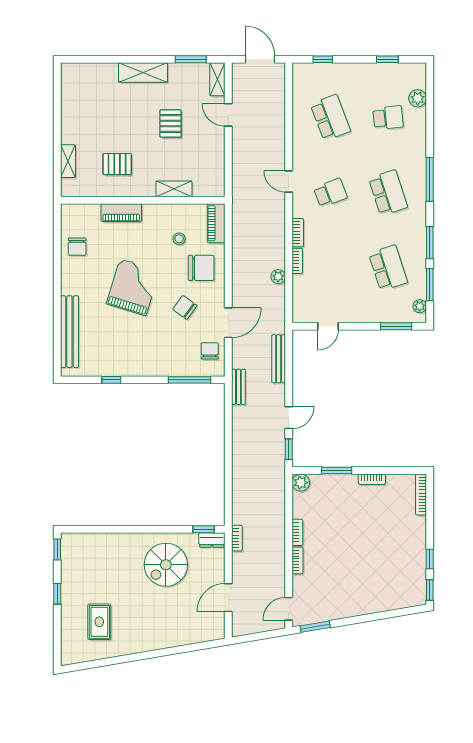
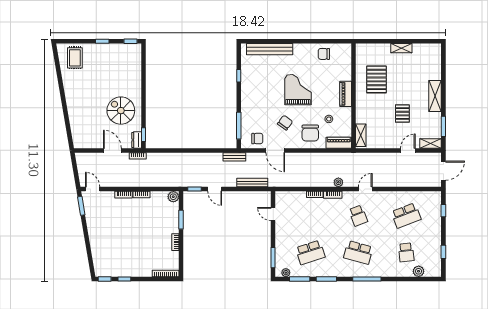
pallet: (171, 124) -> (402, 114), turned 90
shelving: (68, 161) -> (401, 48), moved
pallet: (117, 164) -> (377, 79), width x1.50, depth x1.42
shelving: (174, 189) -> (361, 135), moved
school desk: (388, 193) -> (358, 252), turned 33
piano: (121, 213) -> (346, 94), moved
plant: (278, 277) -> (338, 182), moved
grand piano: (133, 287) -> (298, 90), turned -107
door: (228, 598) -> (112, 150), moved
rug: (99, 622) -> (75, 58), moved, turned 90

